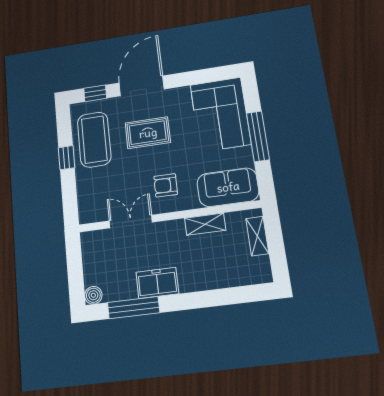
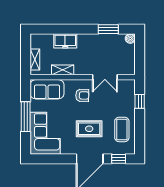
coffee table: (94, 140) -> (122, 129), width x0.73, depth x0.76
window: (66, 158) -> (140, 101), moved
freezer: (157, 283) -> (65, 41), moved
window: (133, 308) -> (108, 29), width x0.69

